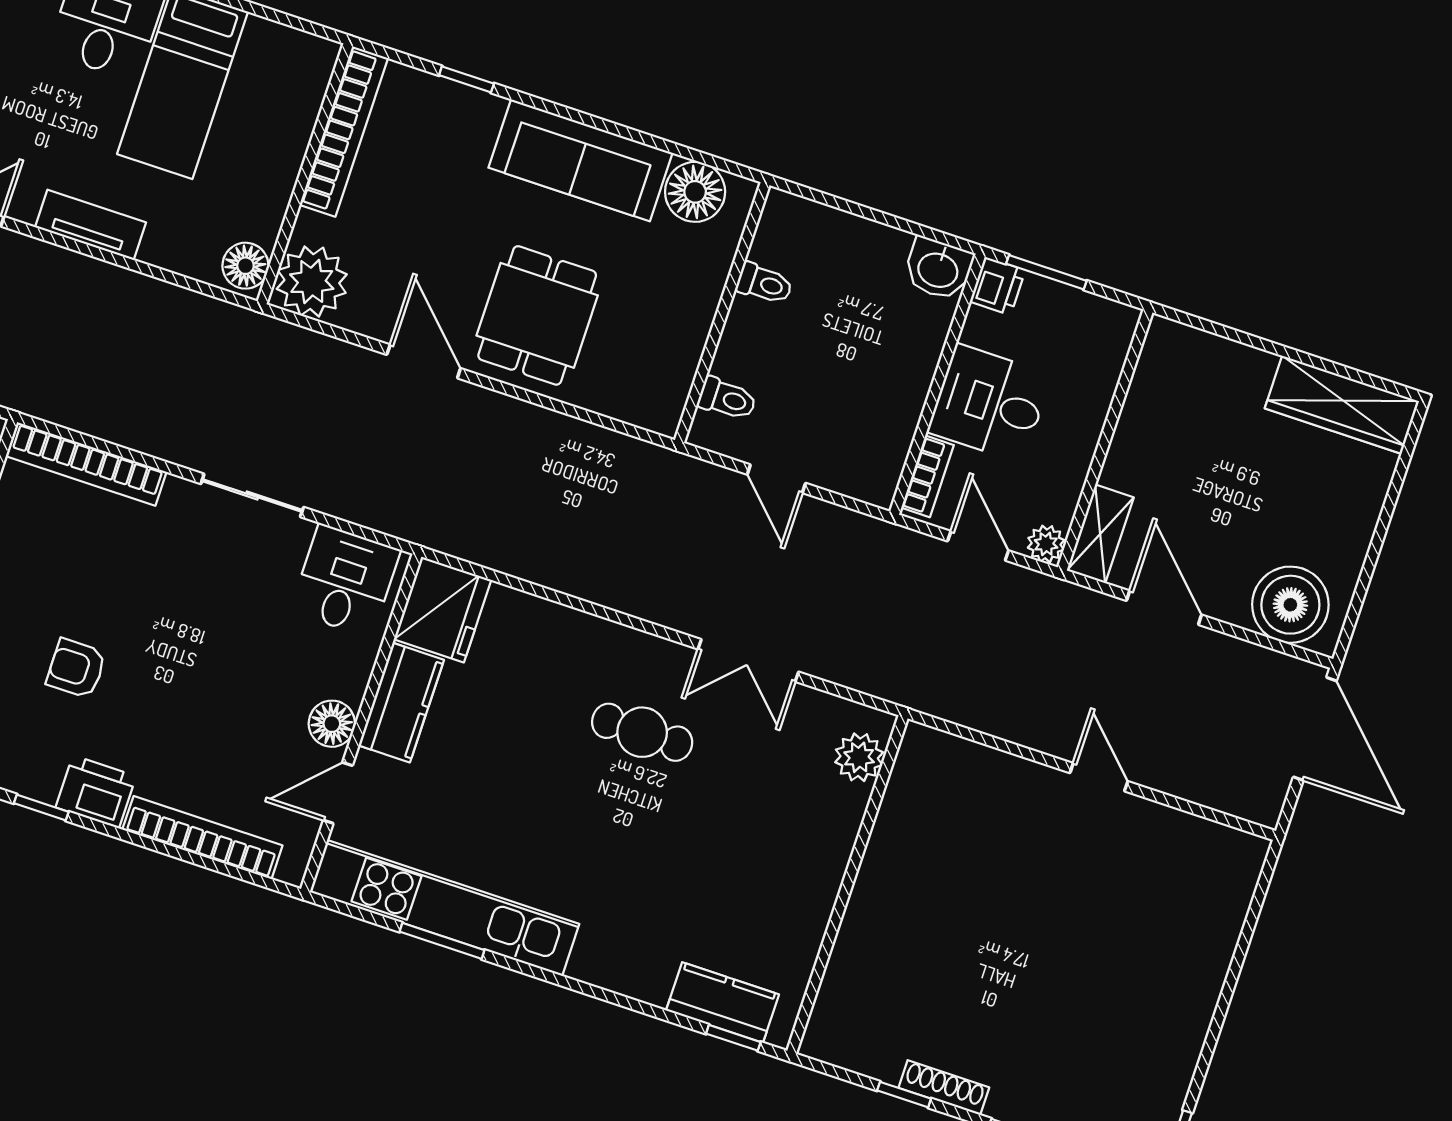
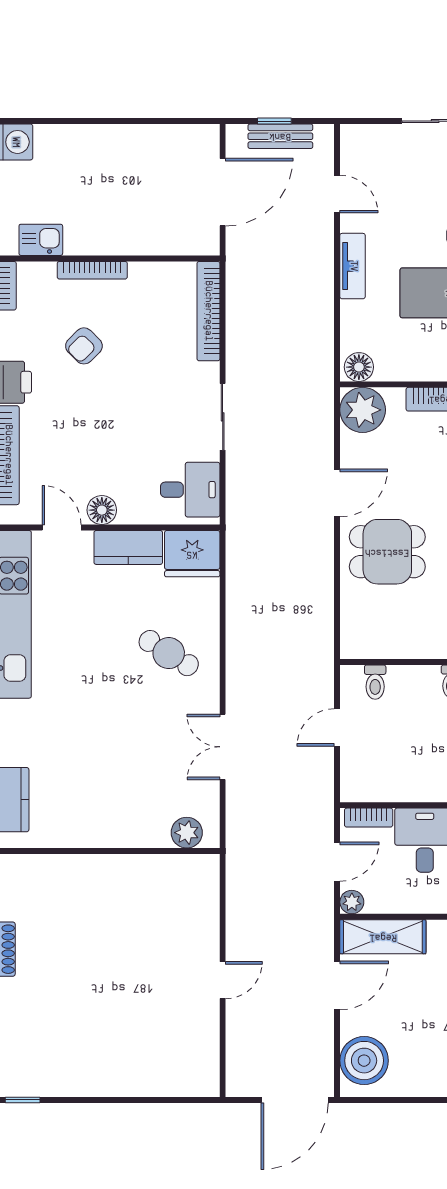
shelving: (1100, 534) -> (383, 937), width x1.50, depth x1.33
armchair: (76, 668) -> (84, 346), turned -135
cafe table: (642, 732) -> (169, 653), moved, turned -58

